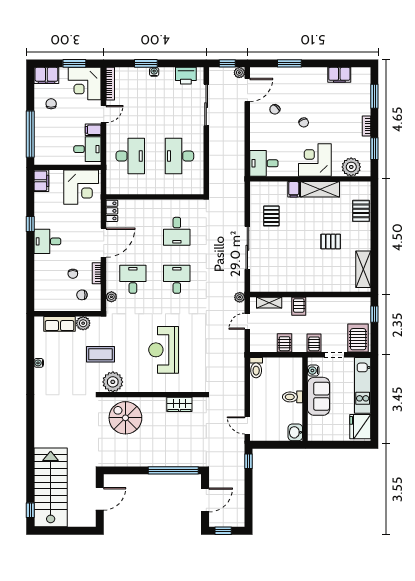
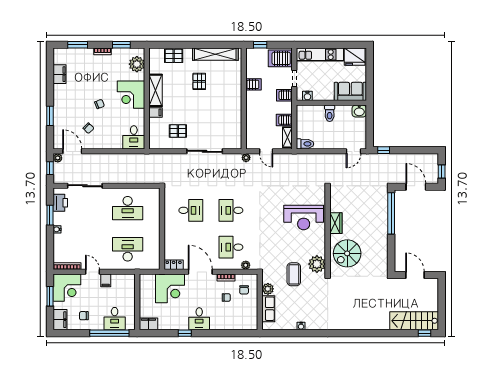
window: (146, 63) -> (50, 215), moved
desk: (87, 149) -> (115, 319), moved, turned 180
corner desk: (81, 187) -> (170, 288), moved, turned 90
shelving: (363, 269) -> (215, 54), width x1.47
shelving: (269, 303) -> (287, 137), moved
server rack: (299, 306) -> (253, 84), moved
reception desk: (164, 350) -> (304, 218), moved
sofa: (319, 396) -> (350, 91), moved
wardrobe: (179, 404) -> (336, 223), moved
stairs: (51, 487) -> (414, 321), width x0.73, depth x0.66

